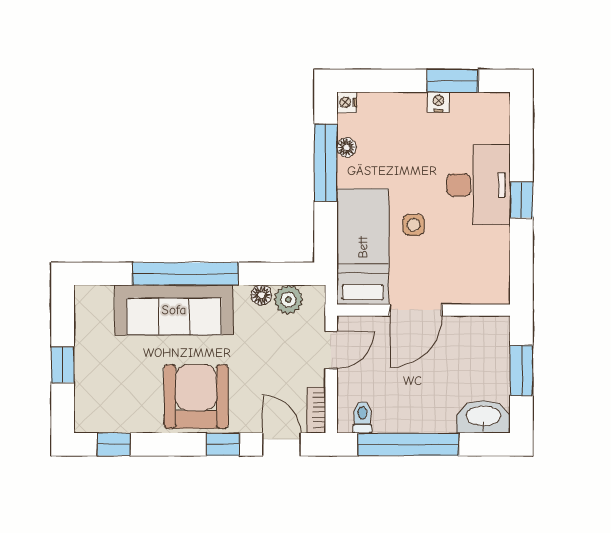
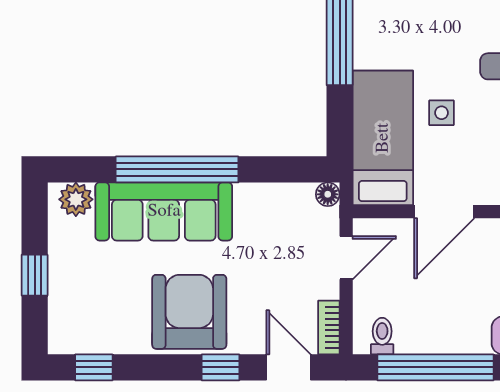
floor lamp: (346, 147) -> (364, 23), removed
floor lamp: (261, 295) -> (328, 194), moved
plant: (288, 300) -> (76, 199), moved

